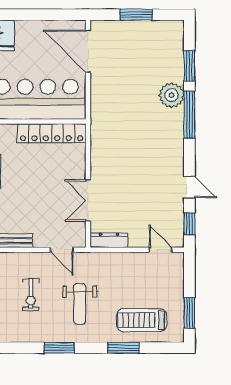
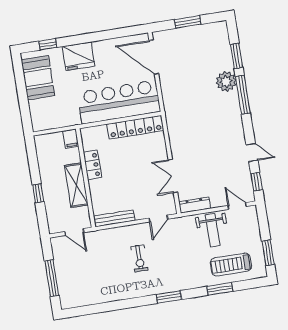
door: (62, 250) -> (158, 219), hinge flipped
weight bench: (80, 304) -> (213, 230), moved

